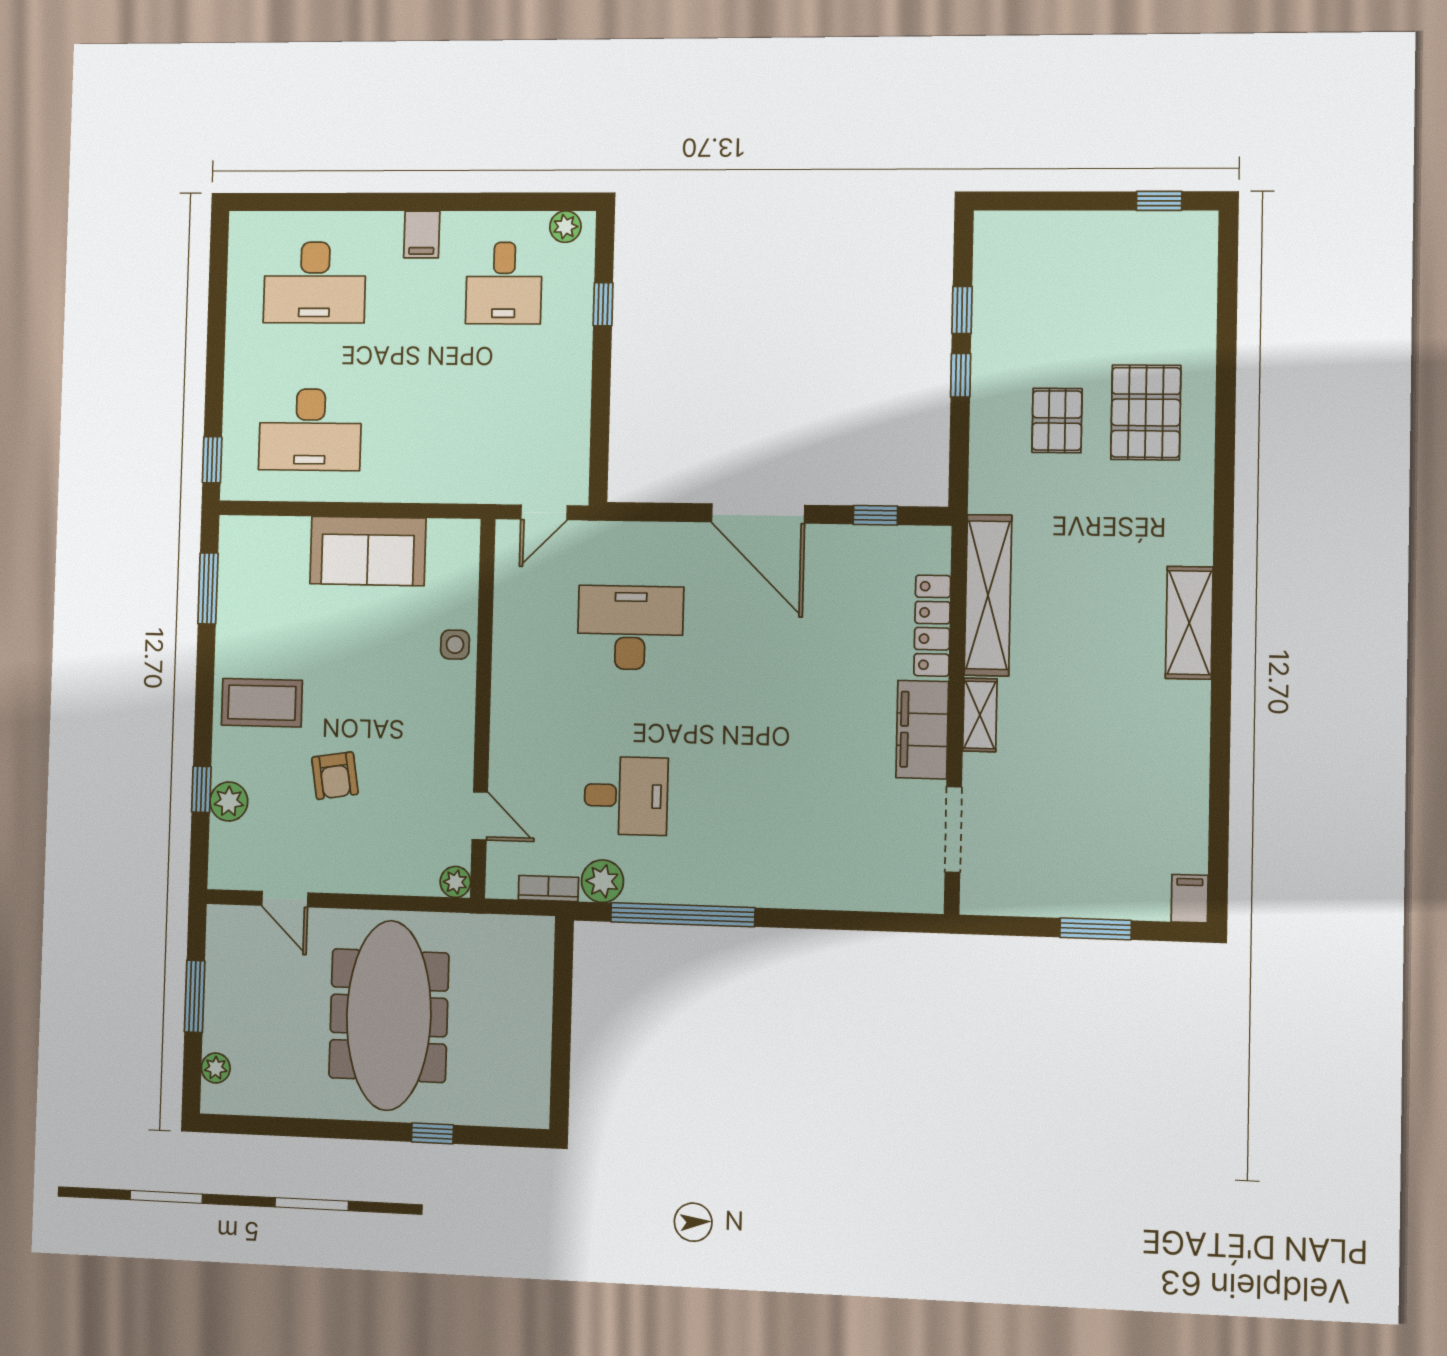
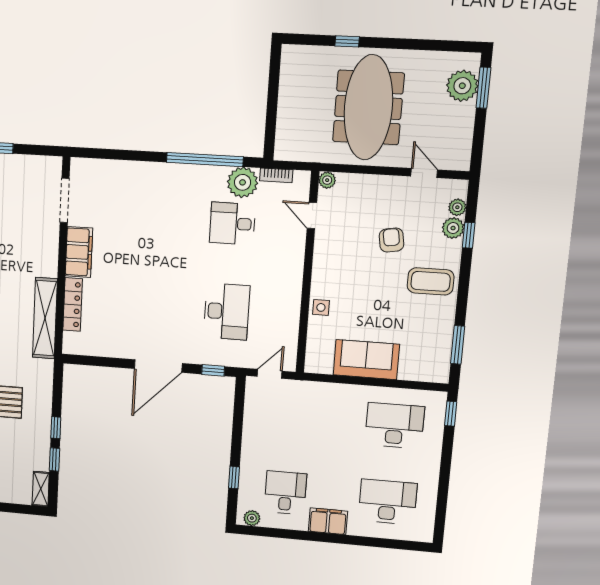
filing cabinet: (422, 234) -> (328, 521), width x2.00
door: (758, 514) -> (158, 366), swing flipped
window: (875, 515) -> (213, 370), moved
desk: (630, 628) -> (227, 311), turned -90
shelving: (980, 715) -> (41, 489), moved
plant: (224, 839) -> (457, 207), added
plant: (602, 881) -> (243, 182), width x1.36, depth x1.36
window: (195, 996) -> (483, 88), moved
plant: (216, 1068) -> (462, 86), width x1.88, depth x1.88

